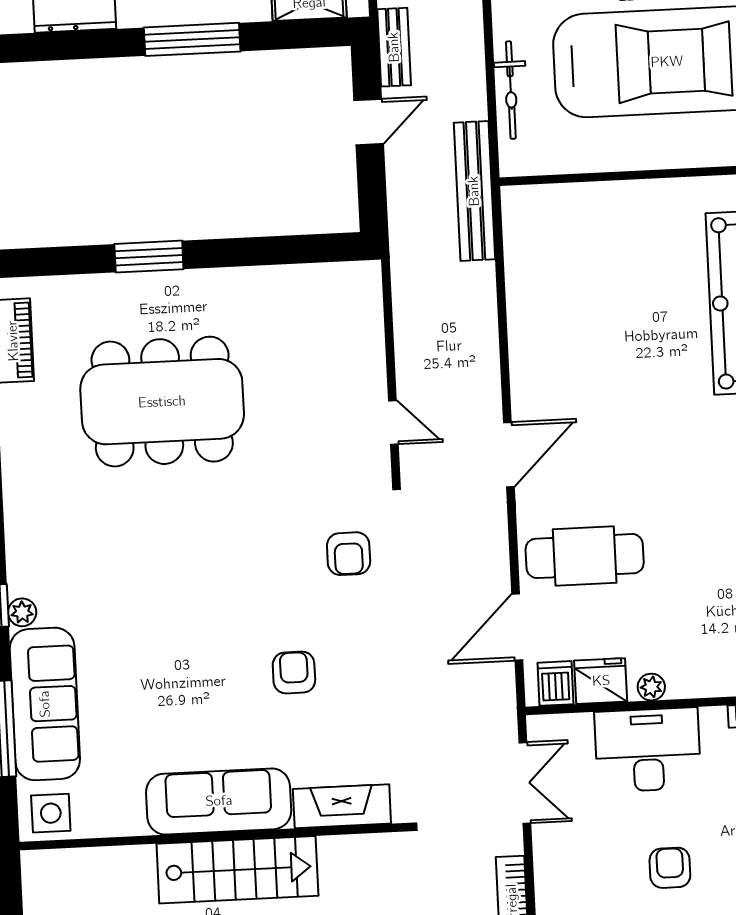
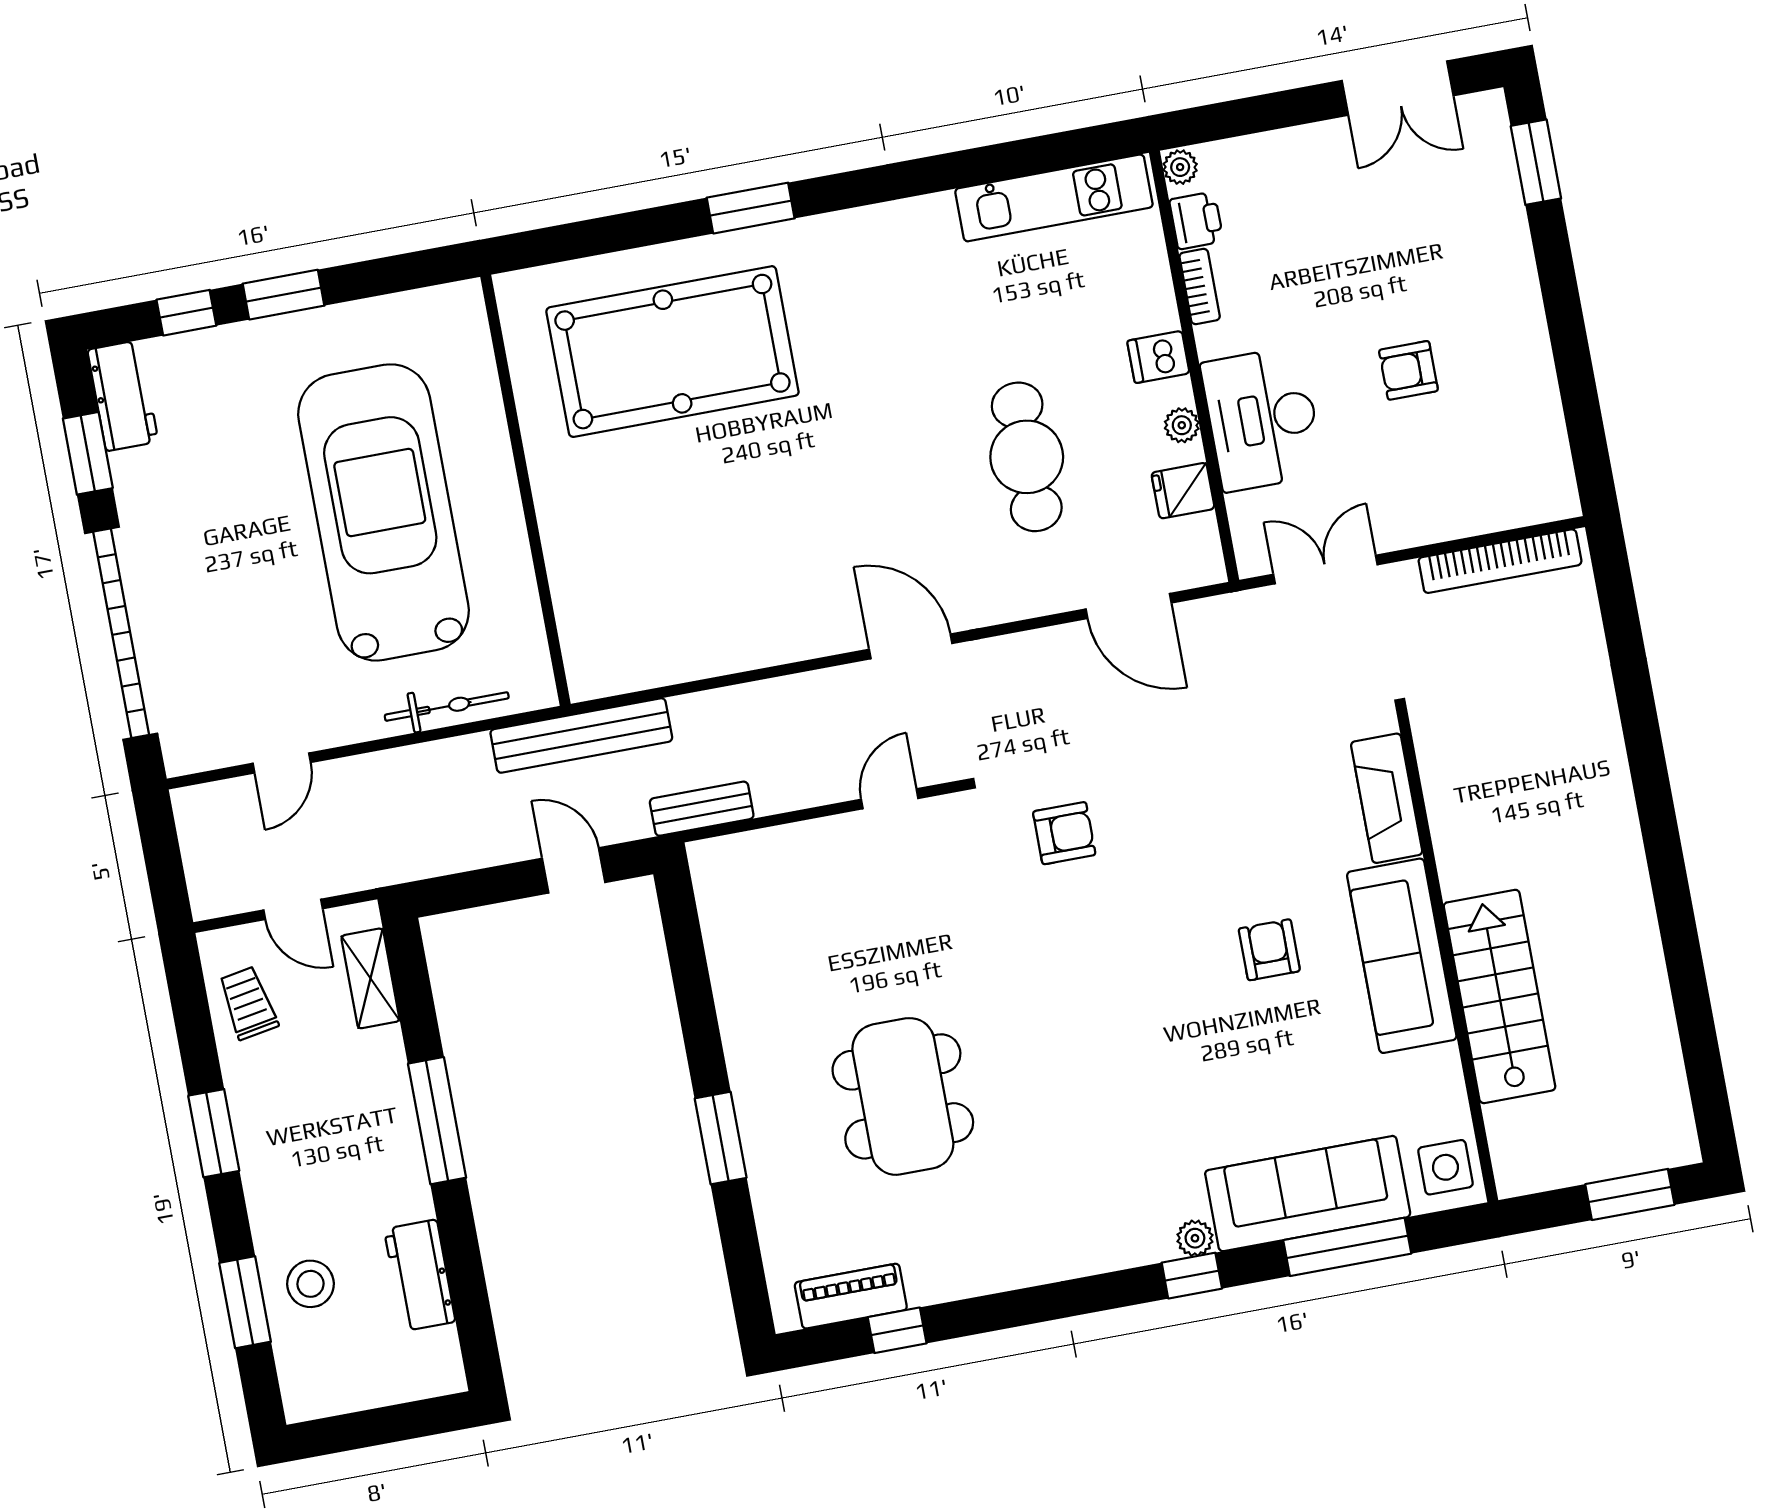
bench: (394, 47) -> (702, 809), moved
door: (369, 122) -> (574, 870), moved
dining table: (162, 402) -> (903, 1096), width x0.73, depth x0.80
cafe table: (585, 556) -> (1027, 457), moved
armchair: (294, 673) -> (1269, 950), moved, turned 90
fridge: (601, 681) -> (1183, 491), width x0.72
dishwasher: (556, 683) -> (1158, 357), moved
stairs: (237, 870) -> (1500, 996), moved

